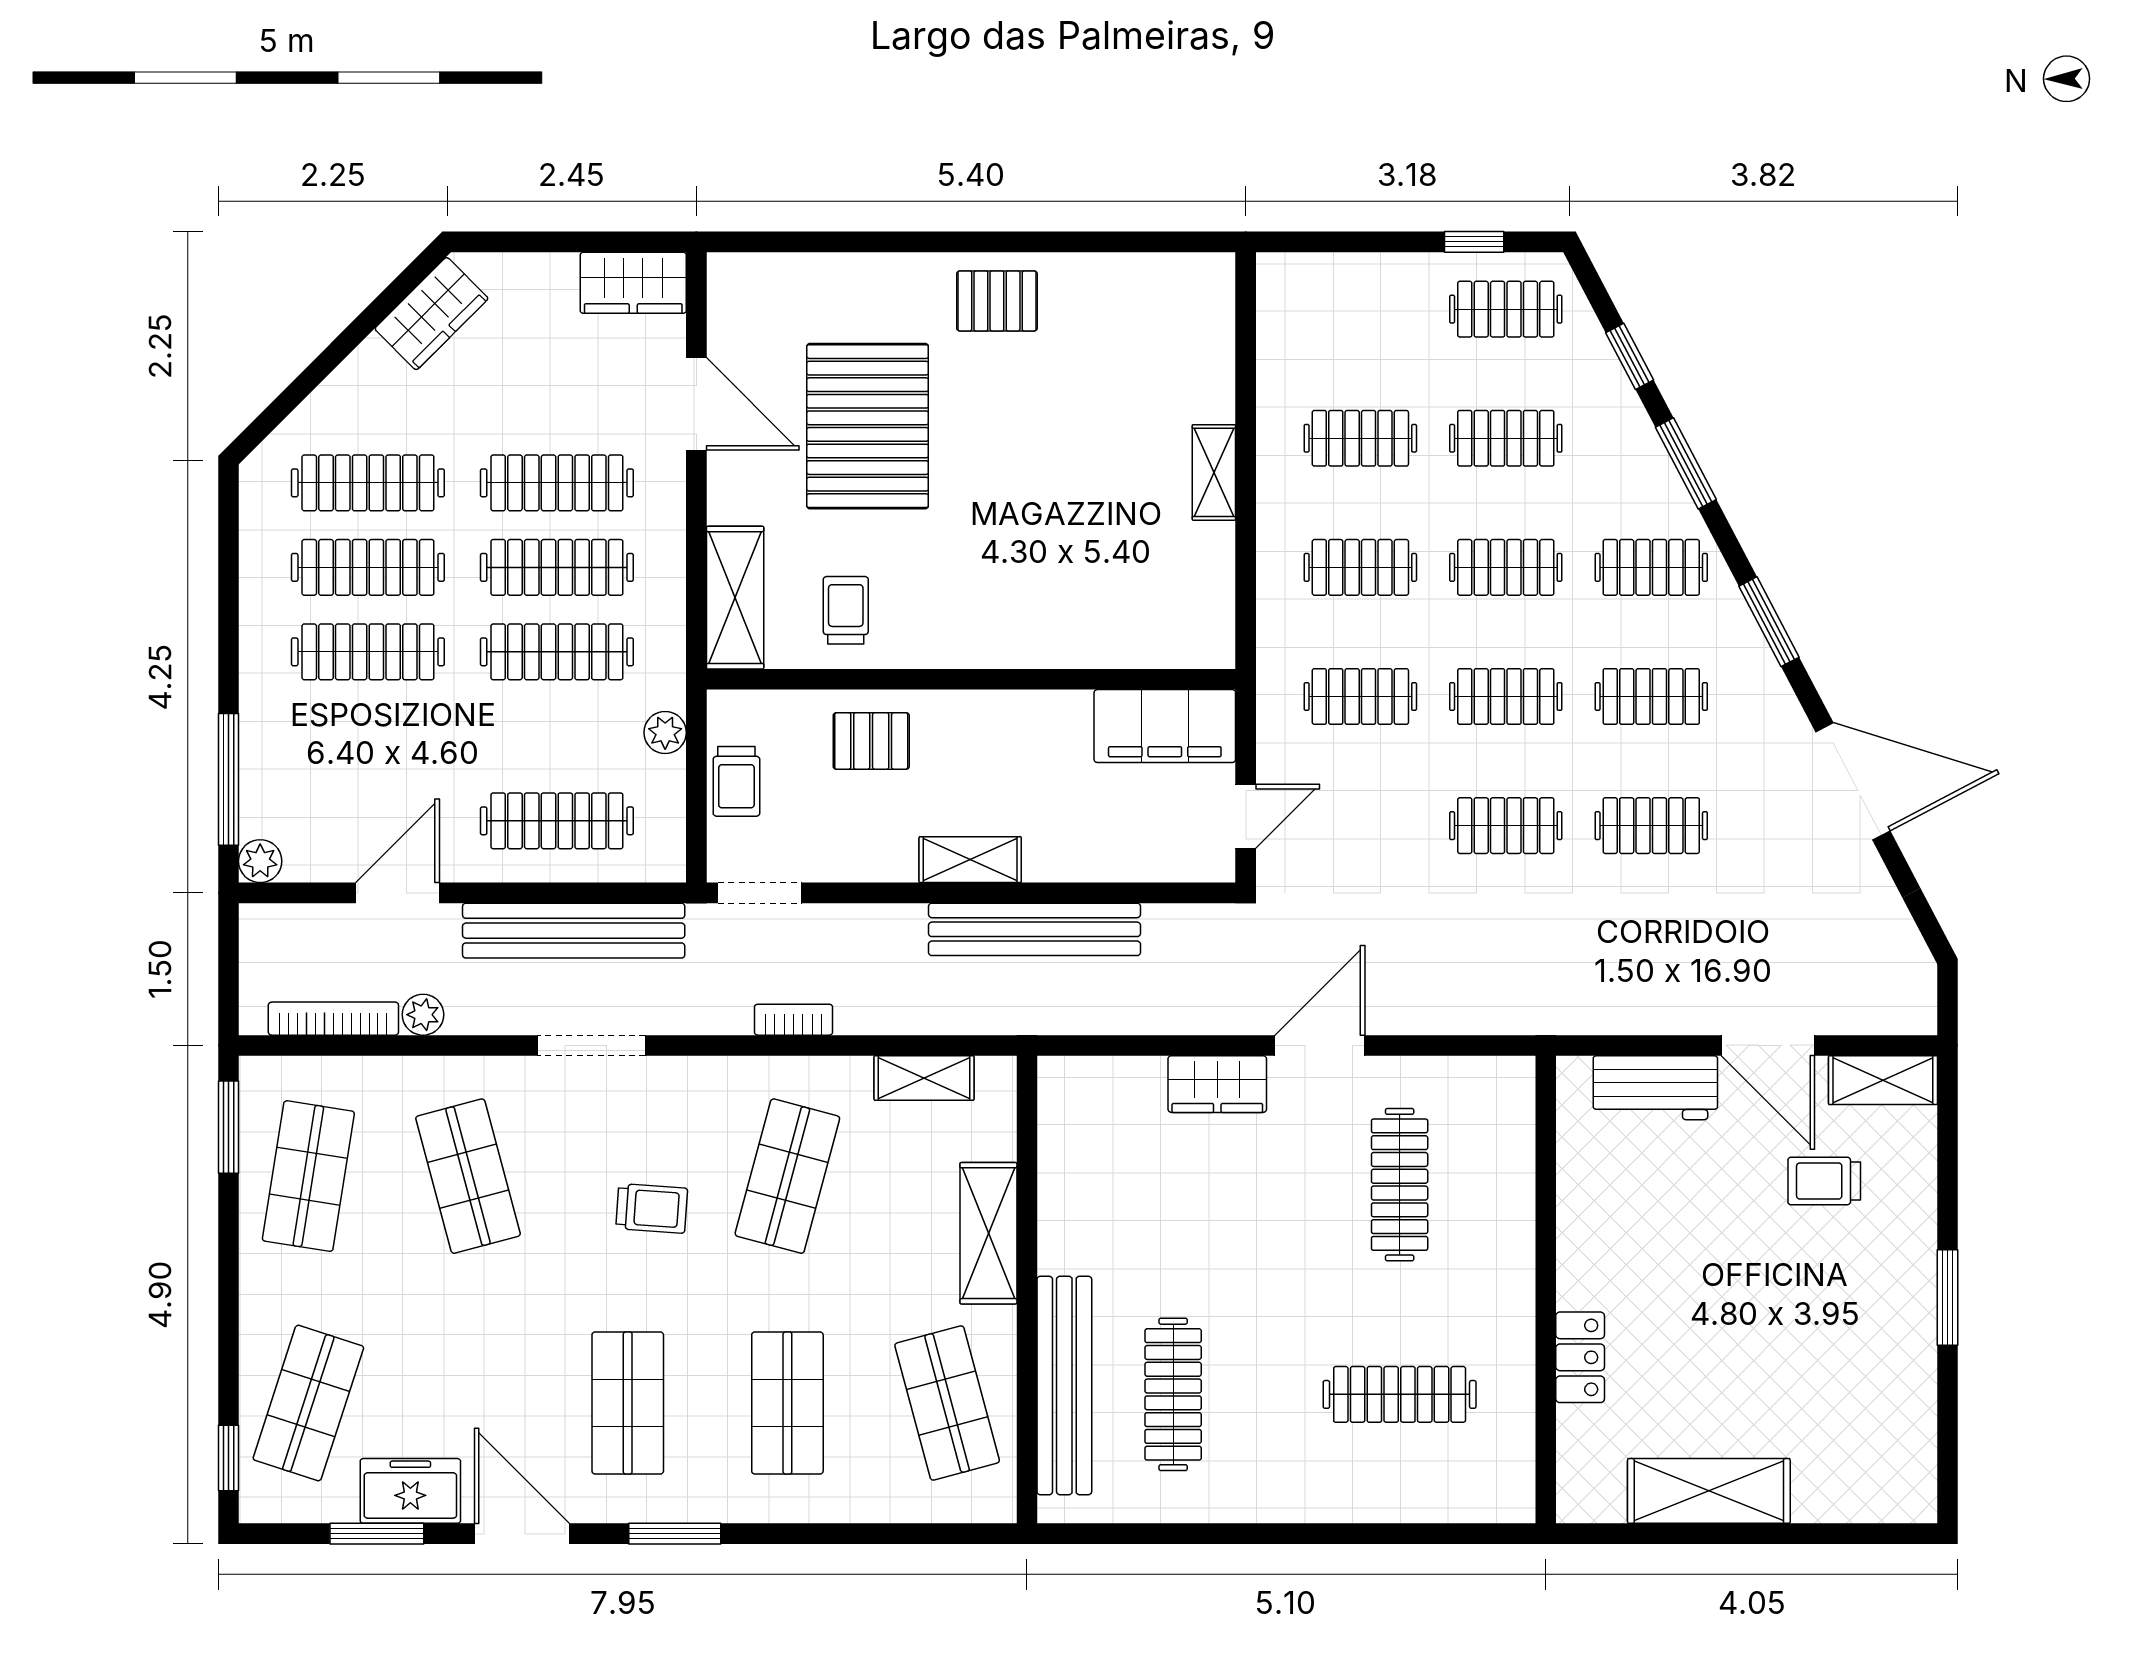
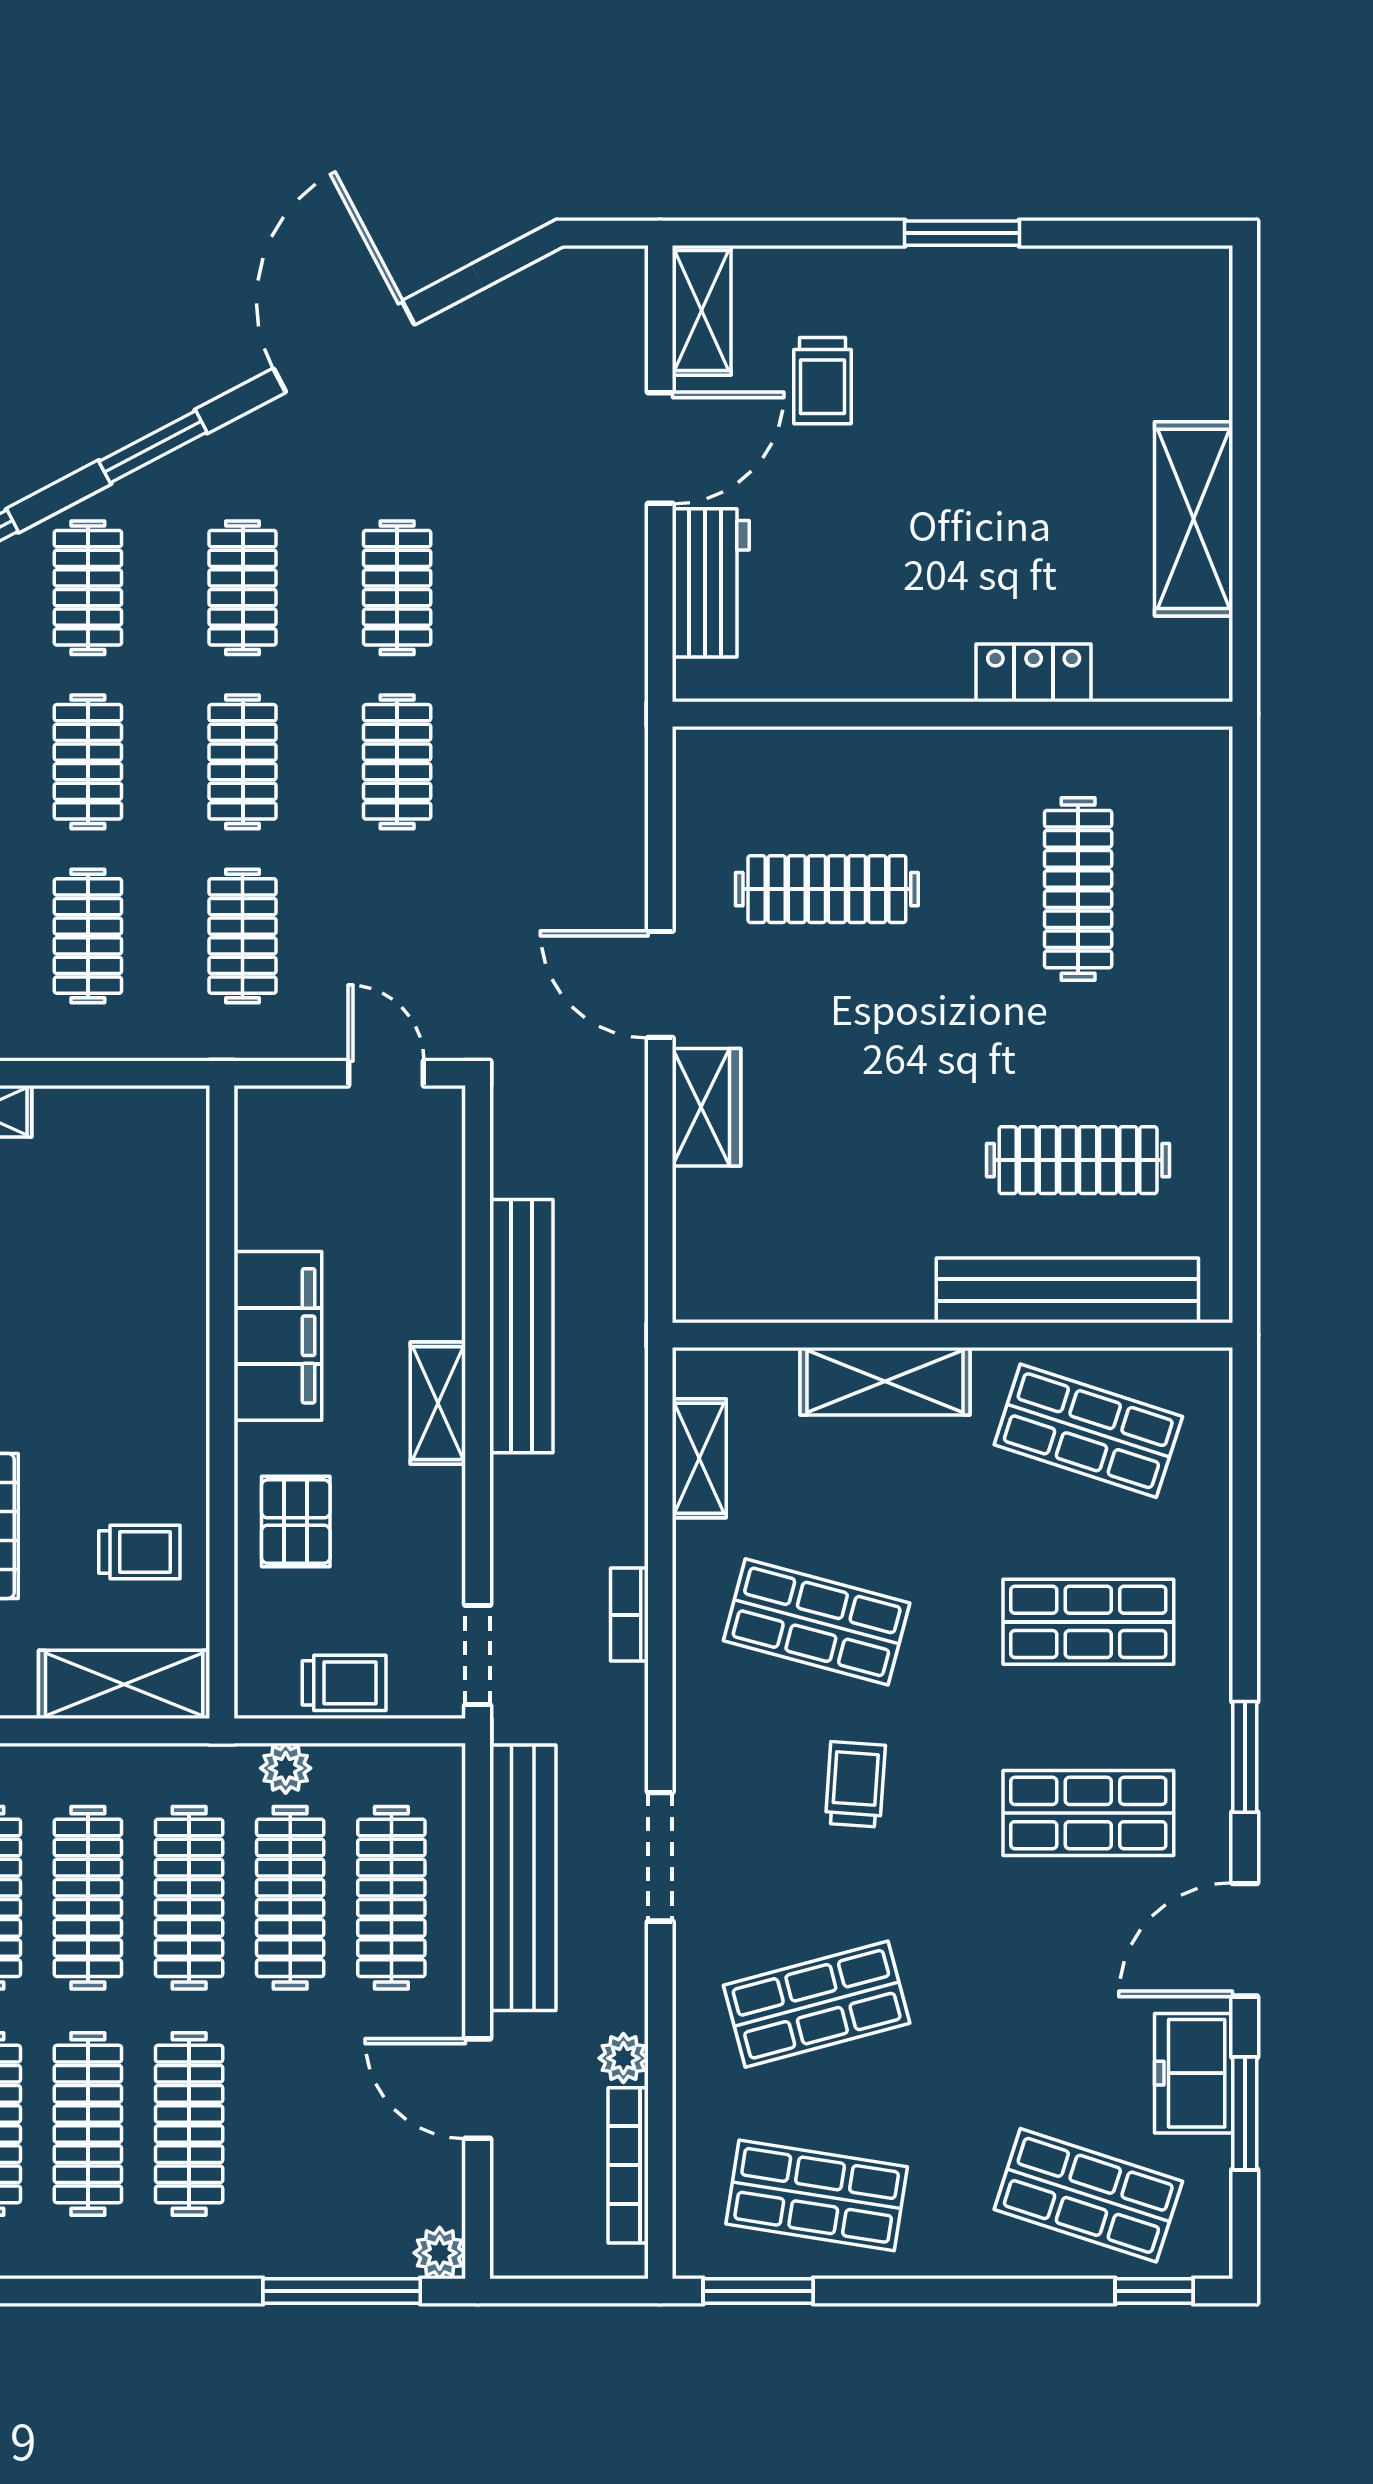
trolley: (846, 610) -> (139, 1552), turned 180
filing cabinet: (1165, 726) -> (278, 1336), moved
clothes rail: (557, 736) -> (290, 1898), added
shop shelf: (947, 1403) -> (1088, 1431), turned 33

